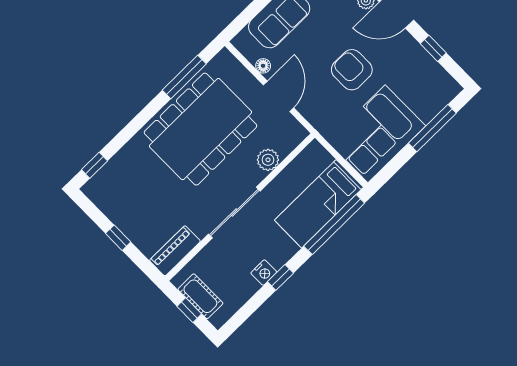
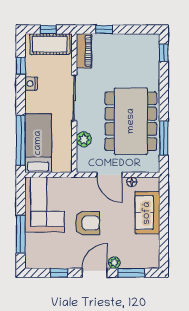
window: (118, 238) -> (104, 29), moved
window: (280, 277) -> (21, 66), moved
cot: (200, 296) -> (50, 44), width x1.37, depth x1.34

